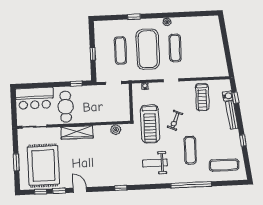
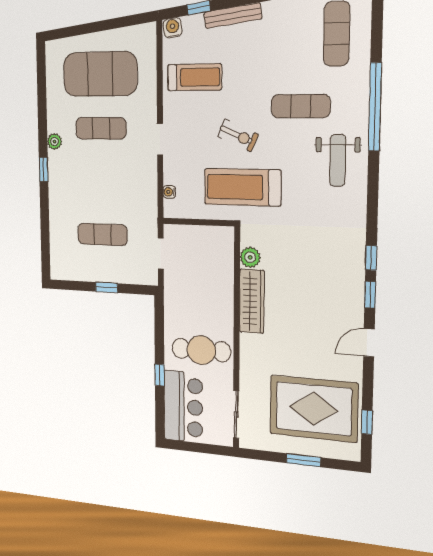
window: (134, 17) -> (44, 169), moved
exercise mat: (148, 49) -> (100, 74), moved
window: (76, 84) -> (160, 375), moved
water cooler: (228, 96) -> (173, 28), moved
treadmill: (150, 124) -> (242, 187), turned 180
wardrobe: (77, 132) -> (252, 301), moved
weight bench: (155, 163) -> (338, 160), moved
window: (59, 191) -> (370, 295), moved

